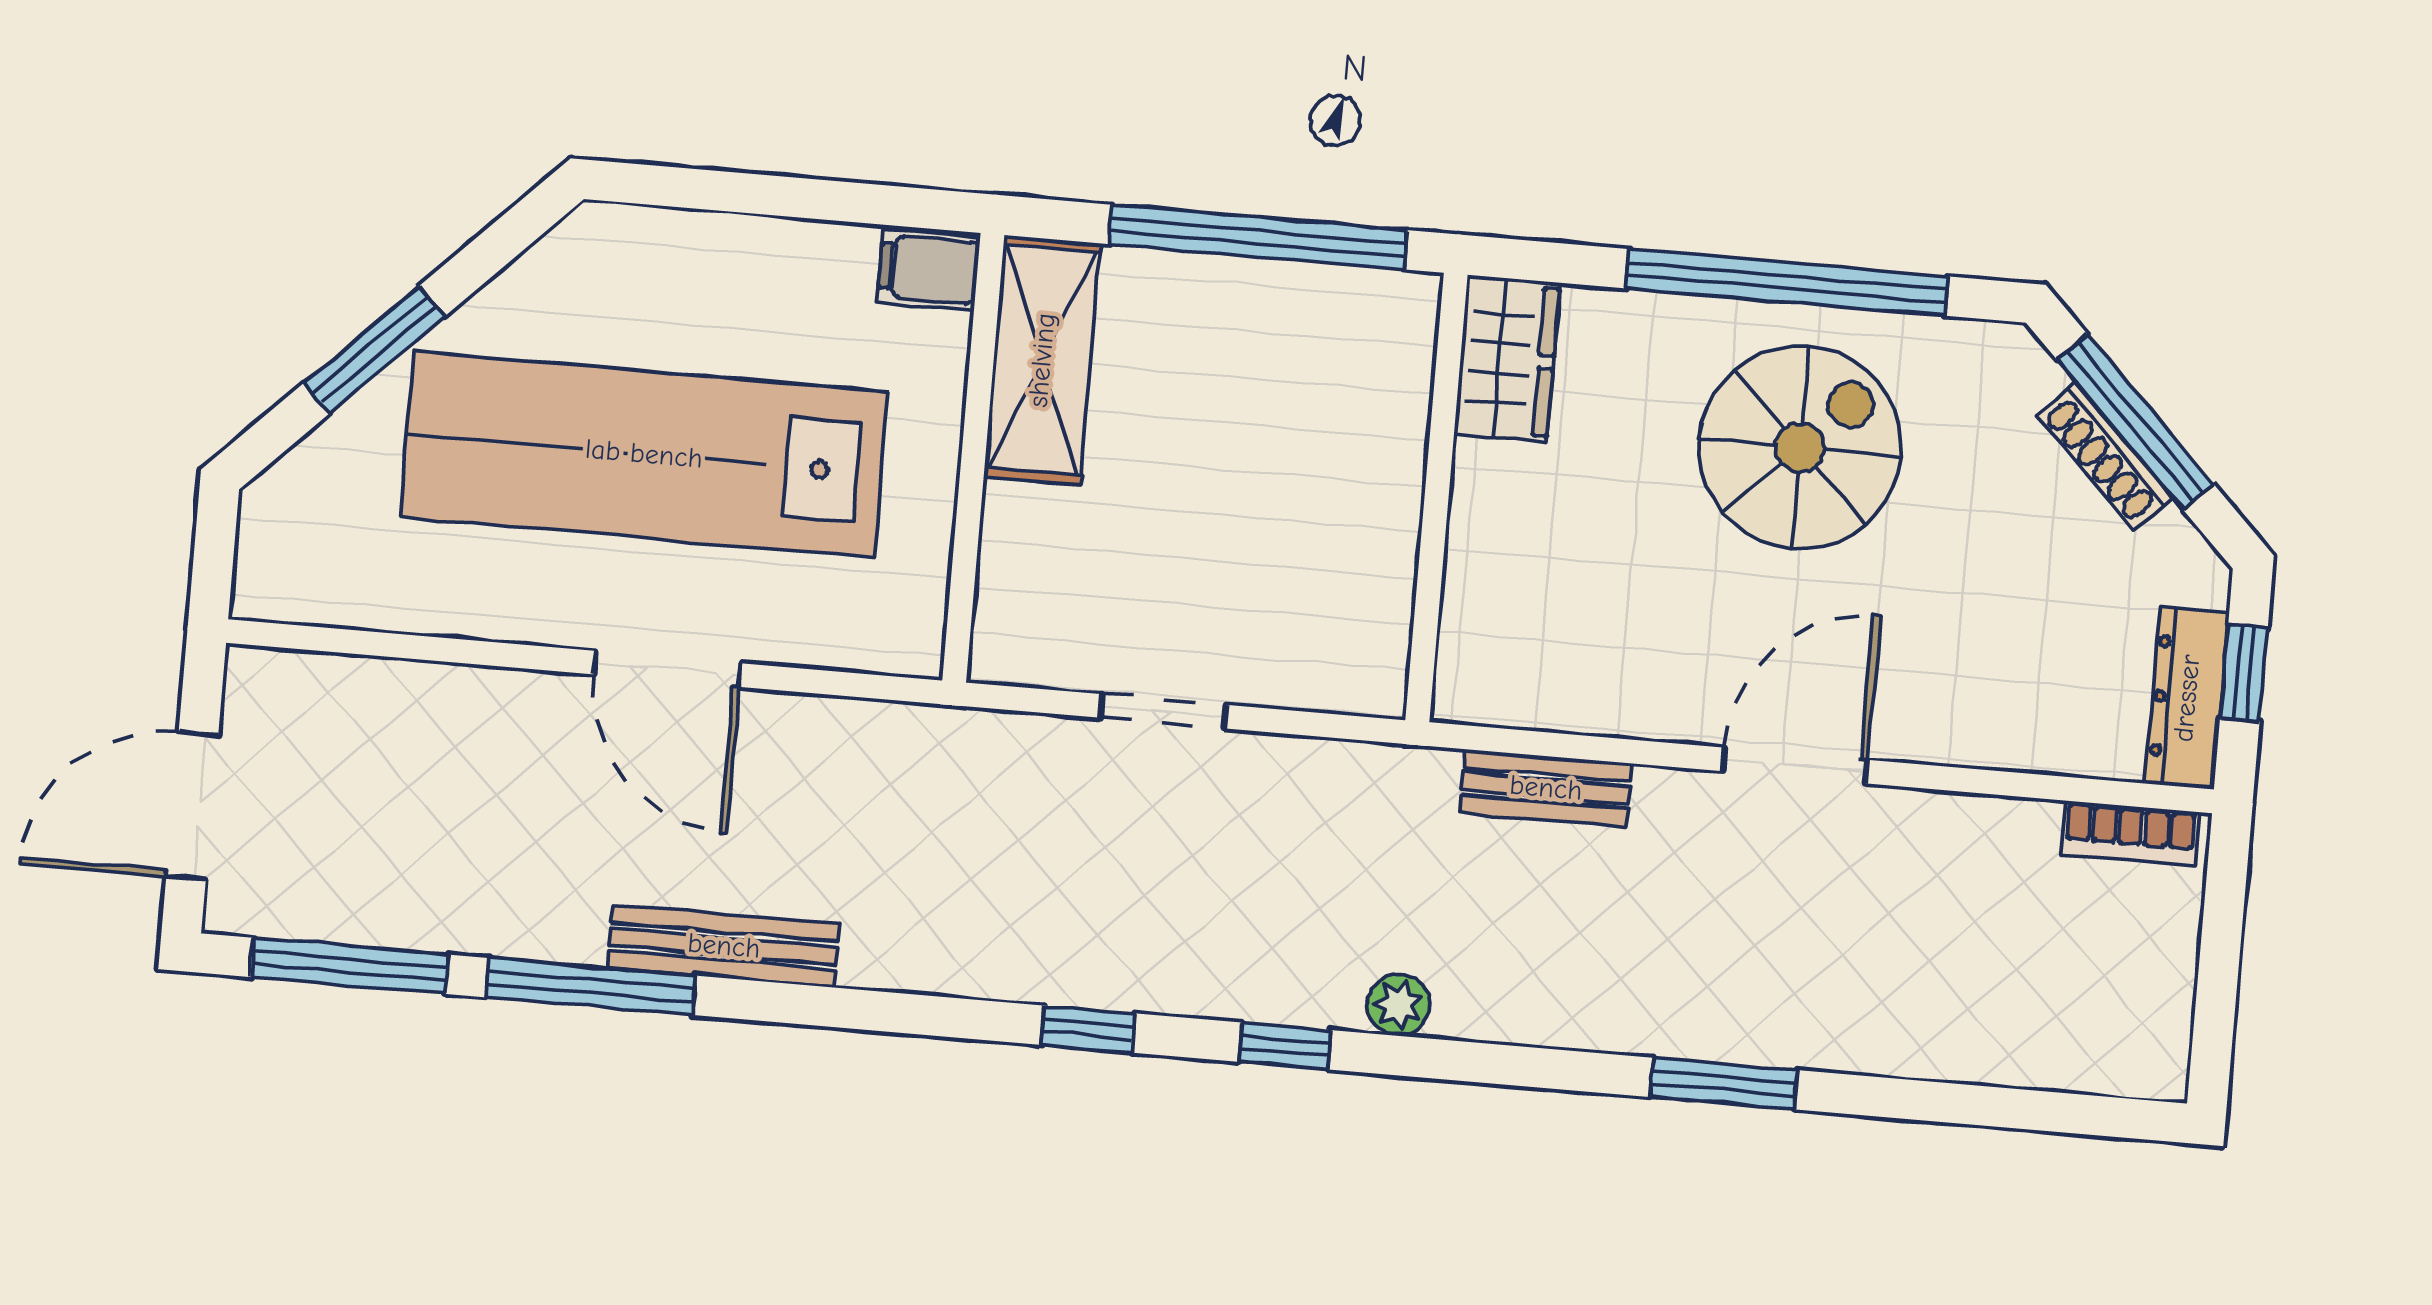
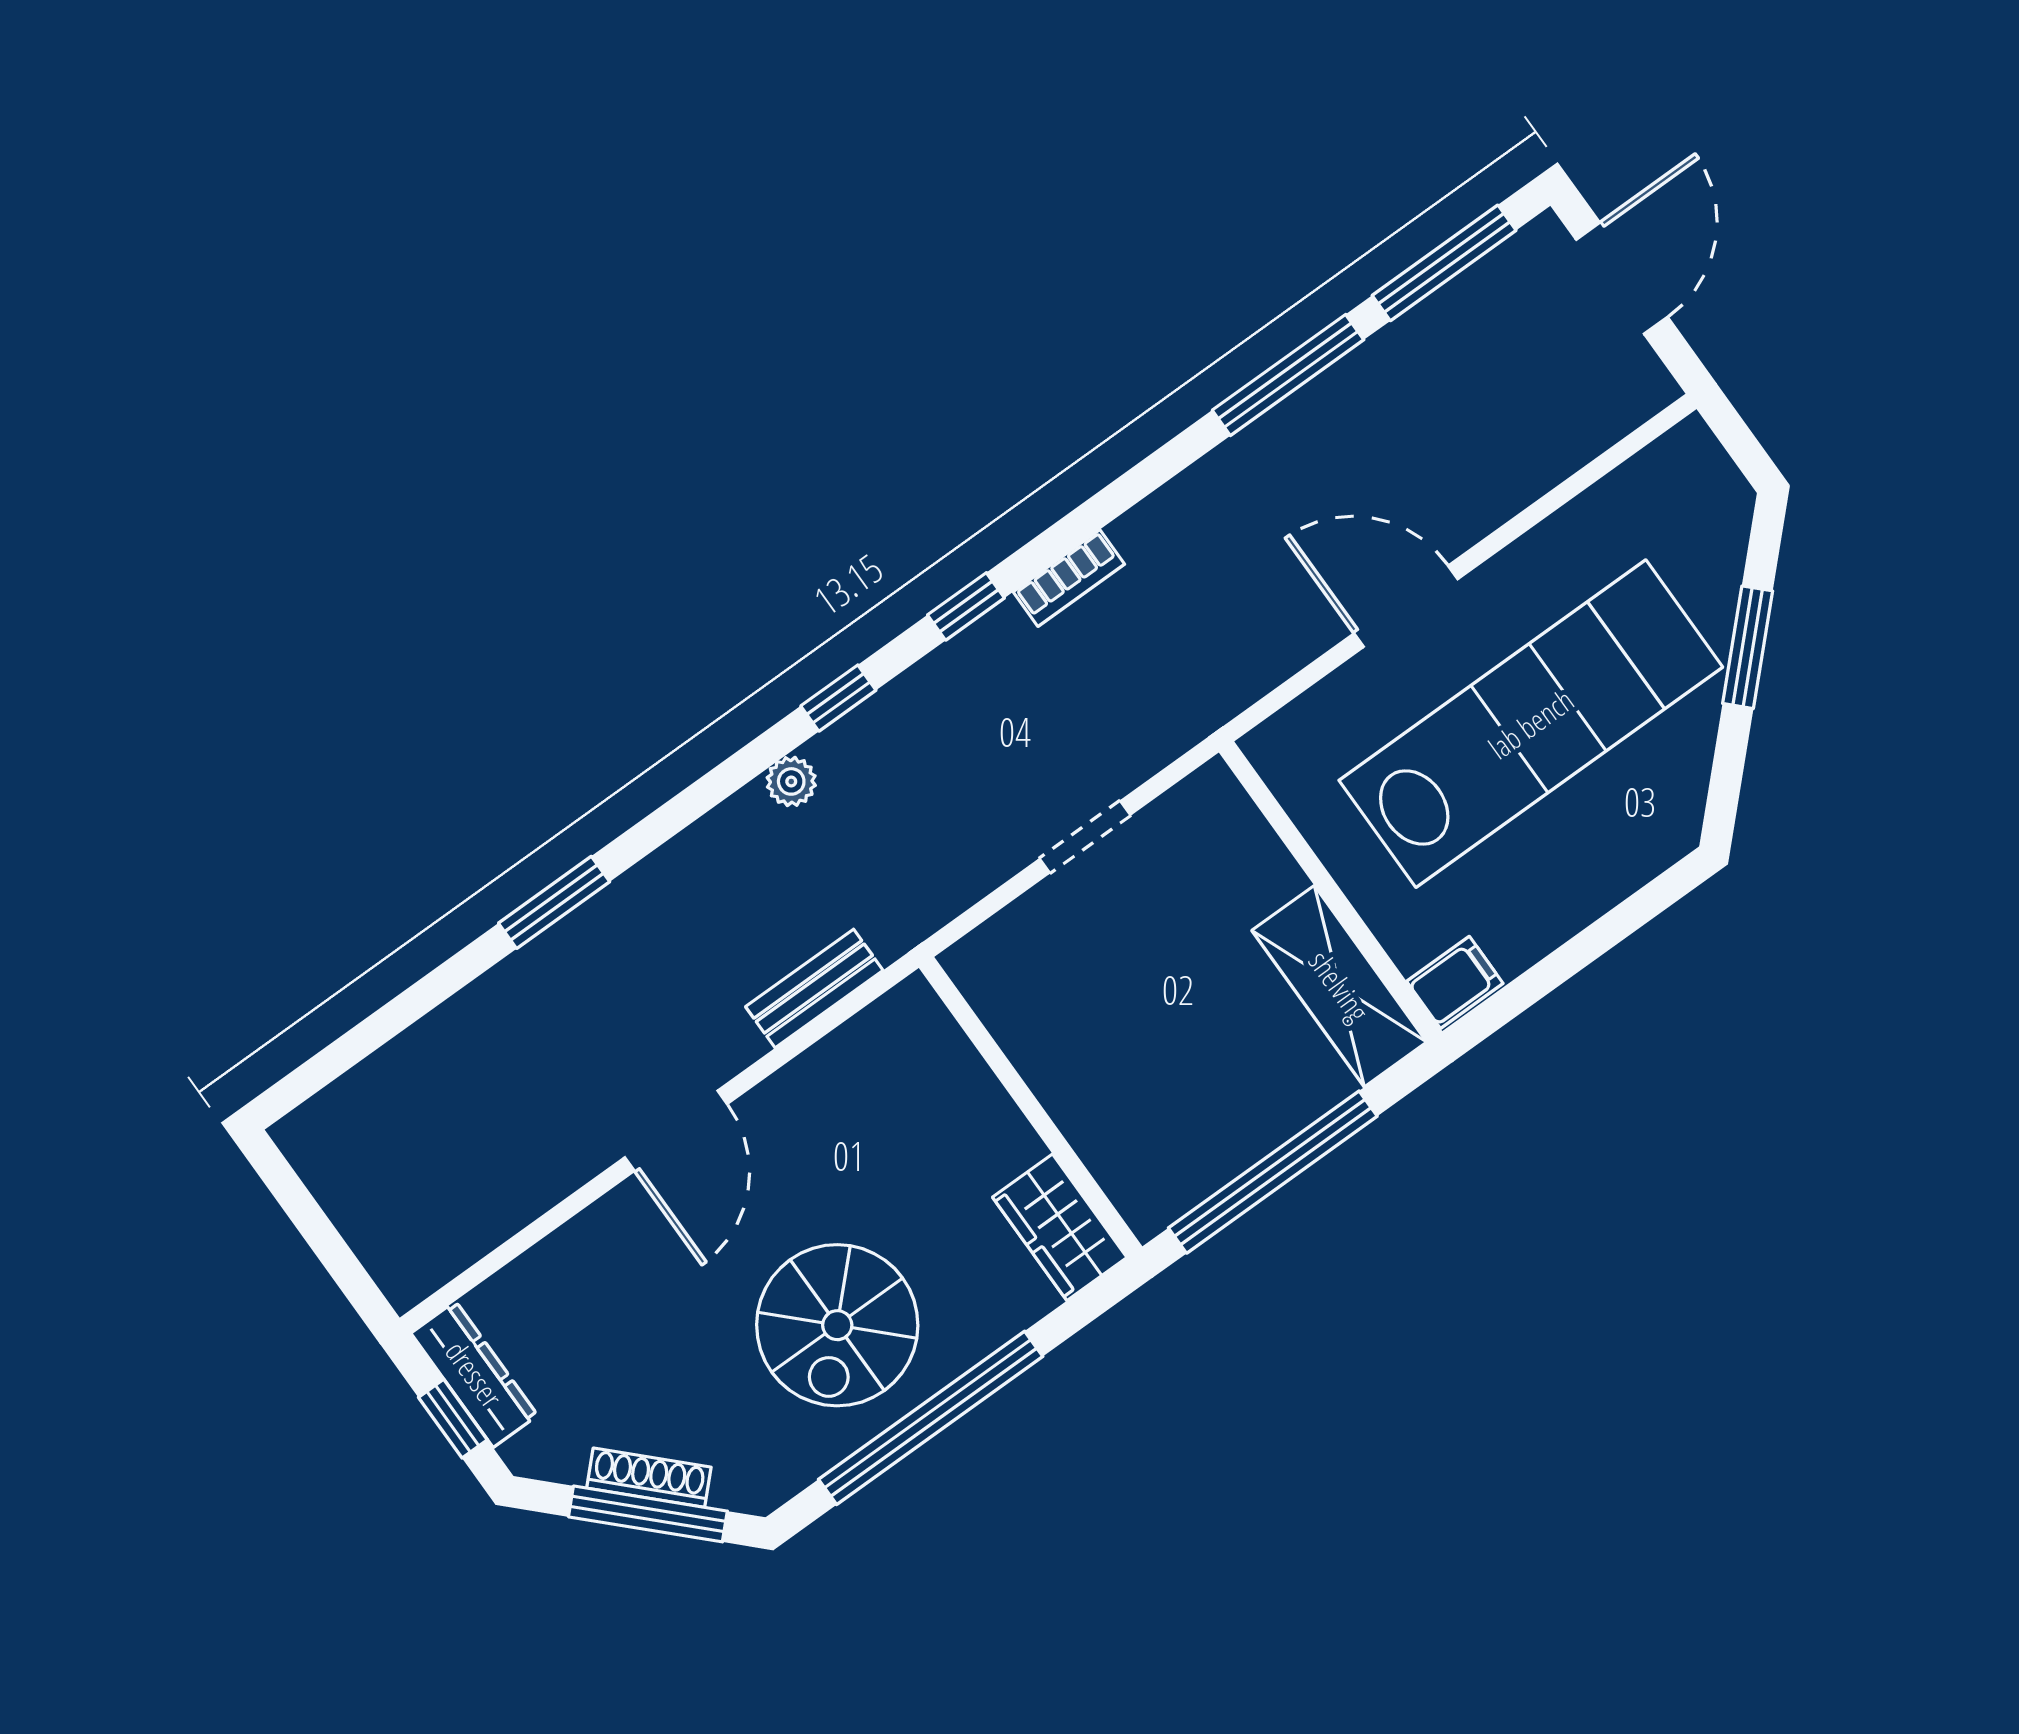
bookcase: (2130, 833) -> (1069, 578), moved, turned 180
bench: (724, 946) -> (1229, 468), removed

